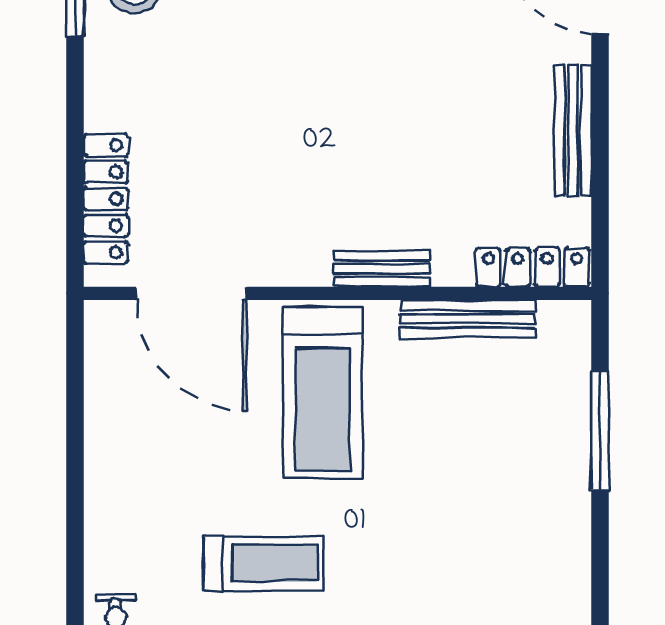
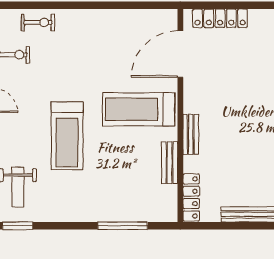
bench: (468, 319) -> (170, 163), width x0.73
treadmill: (263, 563) -> (67, 136), moved, width x1.37, depth x1.38

